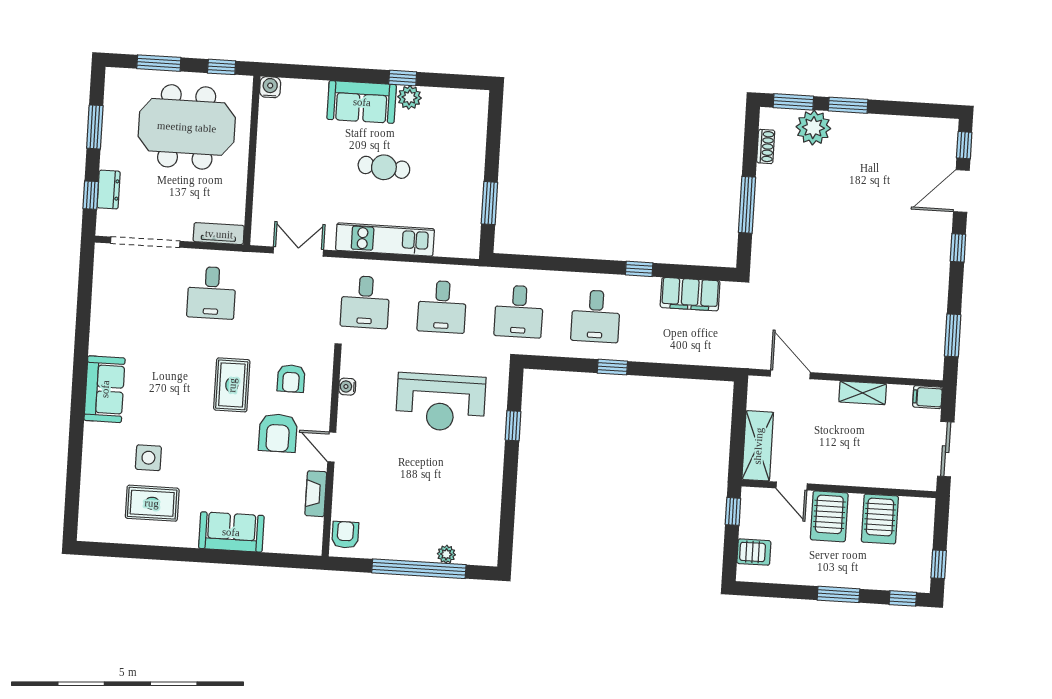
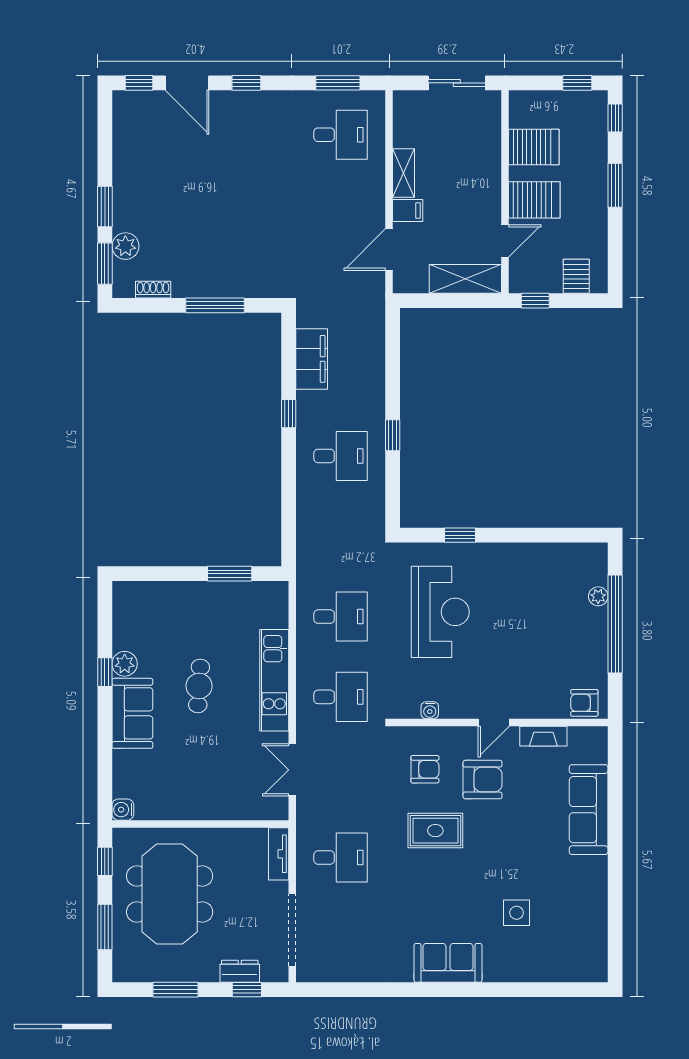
plant: (813, 128) -> (125, 246), width x0.73, depth x0.73
desk: (519, 311) -> (341, 135), moved
filing cabinet: (927, 397) -> (408, 210), moved, turned -90
rug: (152, 503) -> (564, 906), removed
sofa: (231, 532) -> (589, 810), width x1.36

